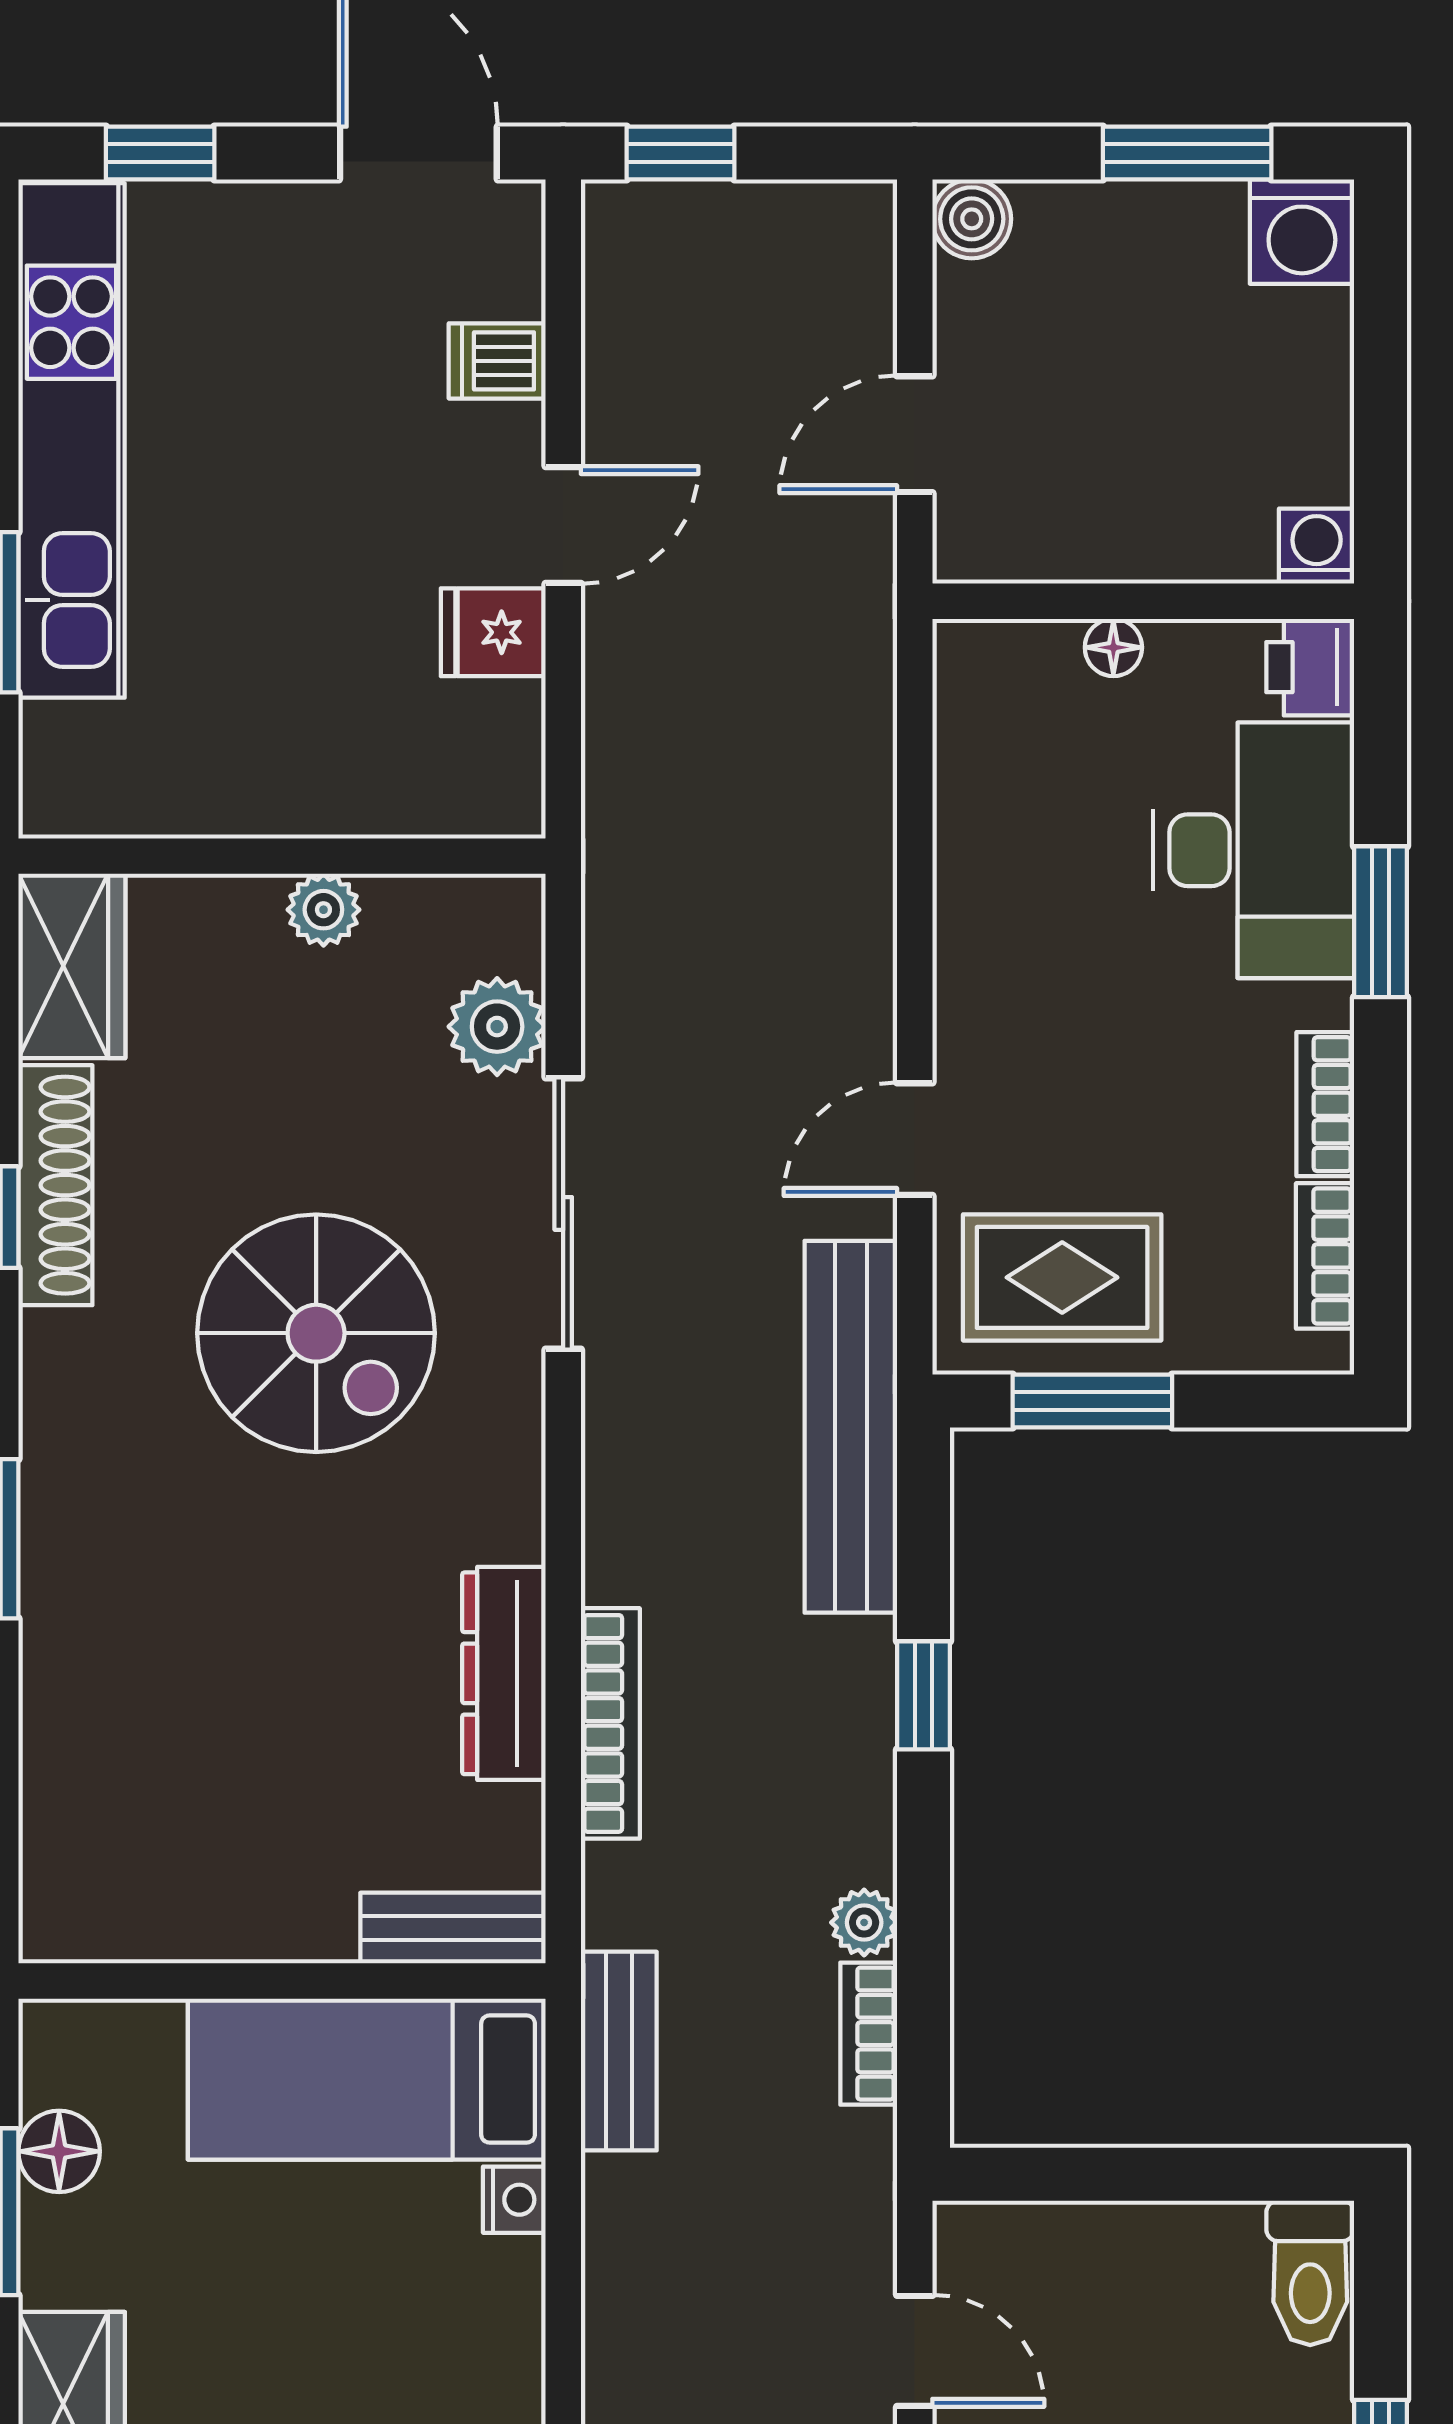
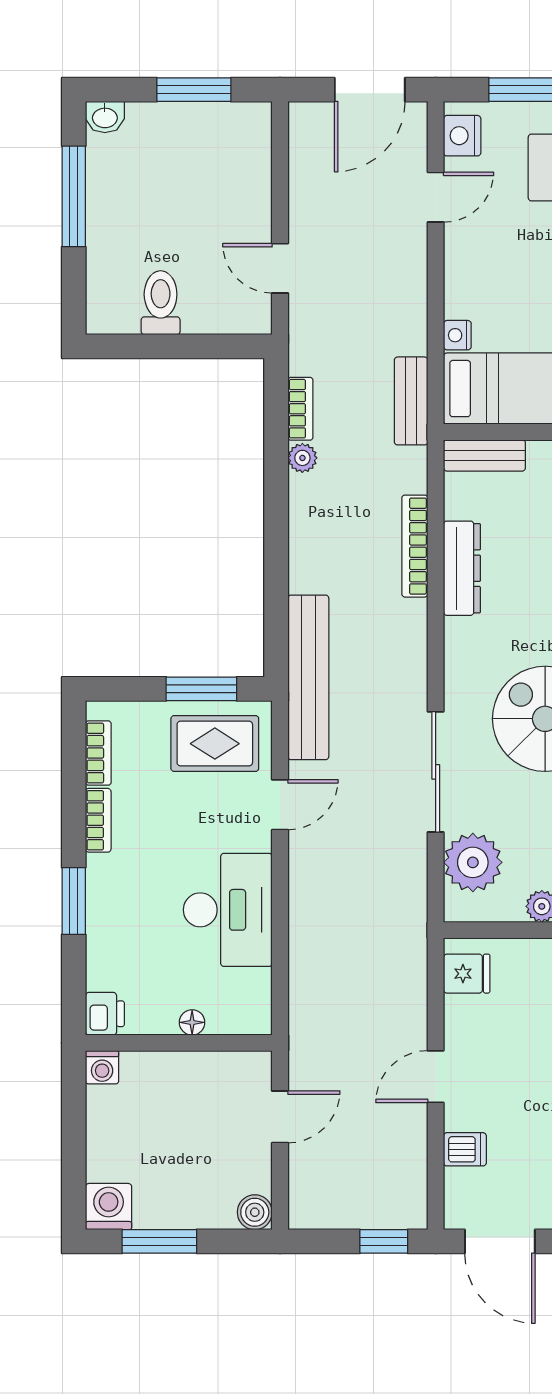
fridge: (493, 632) -> (467, 974), moved
desk: (1254, 850) -> (228, 910), moved, turned 180
plant: (497, 1027) -> (473, 862), width x1.36, depth x1.36
window: (923, 1695) -> (276, 558), removed
toilet: (1310, 2273) -> (161, 303), moved

